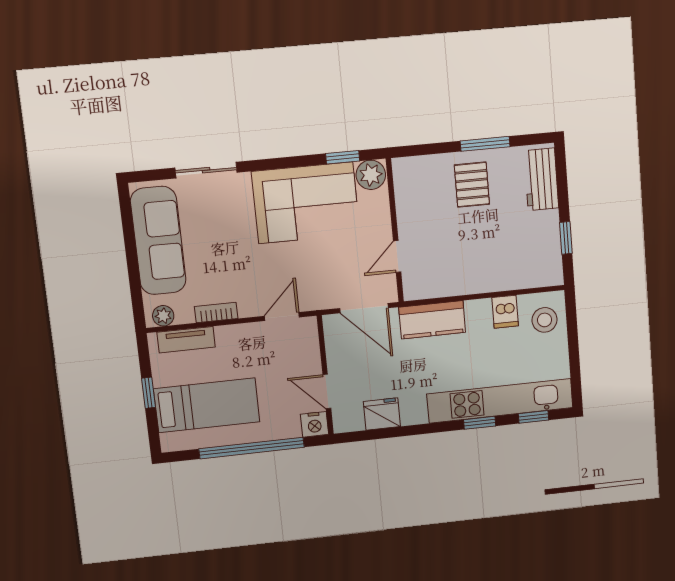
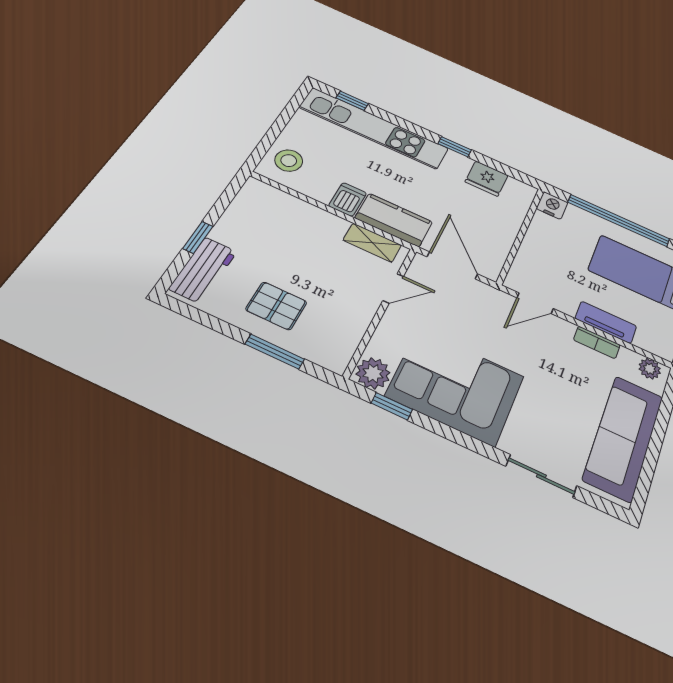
window: (485, 144) -> (275, 352), moved
pallet: (472, 185) -> (276, 306), turned 90
window: (566, 238) -> (198, 237), moved
shelving: (436, 287) -> (372, 243), added
dishwasher: (505, 312) -> (348, 199), moved
tv unit: (186, 340) -> (606, 322), moved
door: (327, 391) -> (527, 223), removed
window: (480, 423) -> (455, 147), moved

